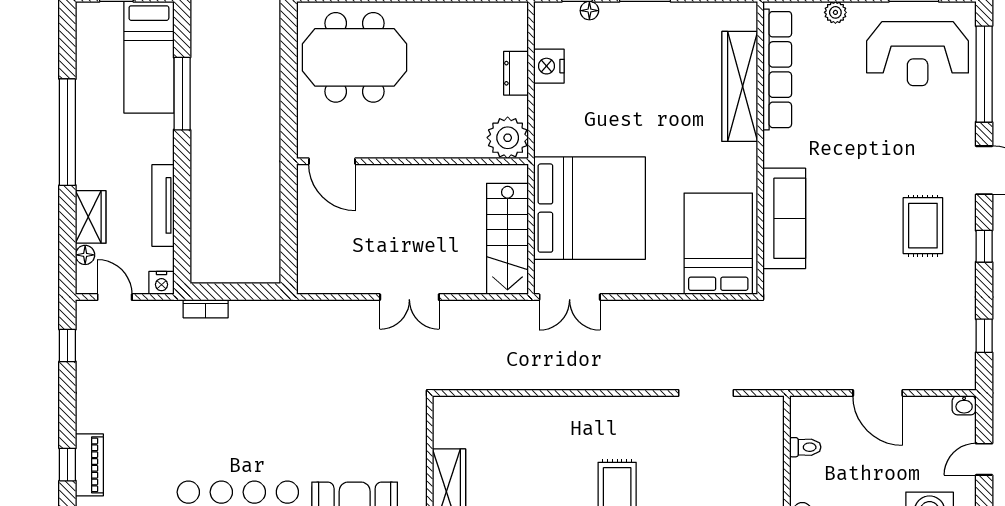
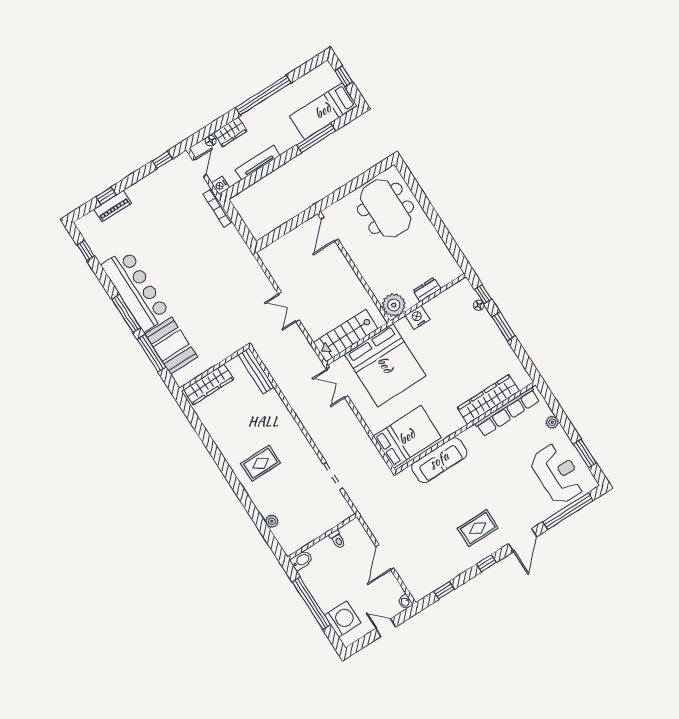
reception desk: (918, 54) -> (557, 474), turned 180
nightstand: (549, 66) -> (418, 317), moved
bookcase: (206, 309) -> (218, 208), width x1.56
bench: (474, 407) -> (256, 371), added

